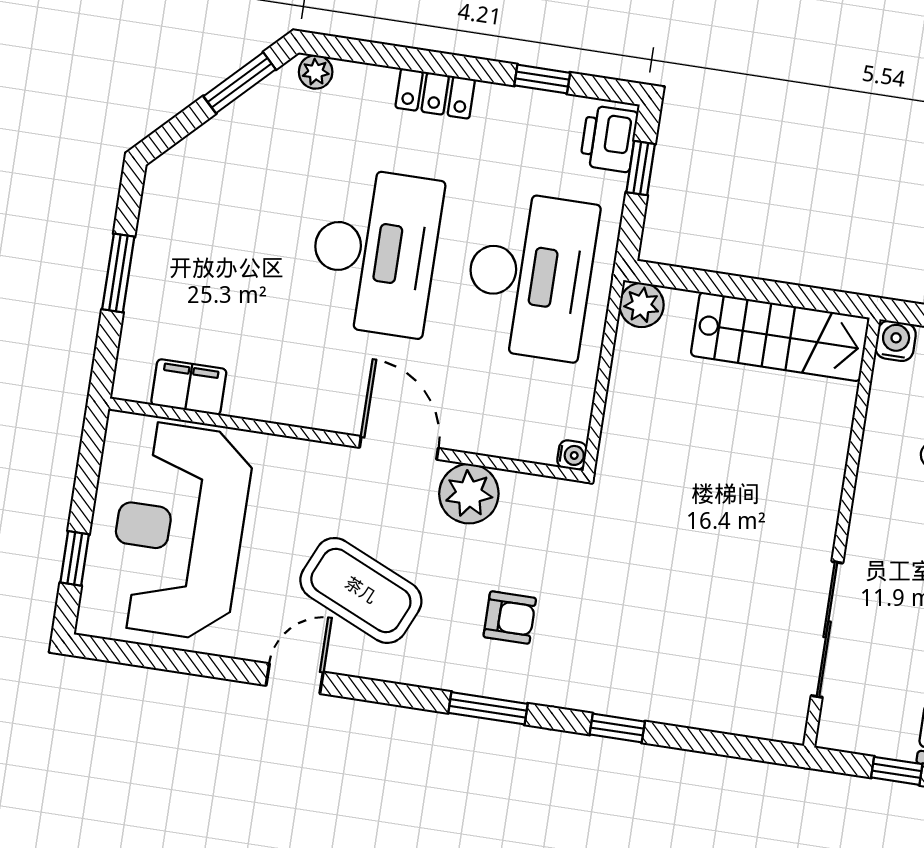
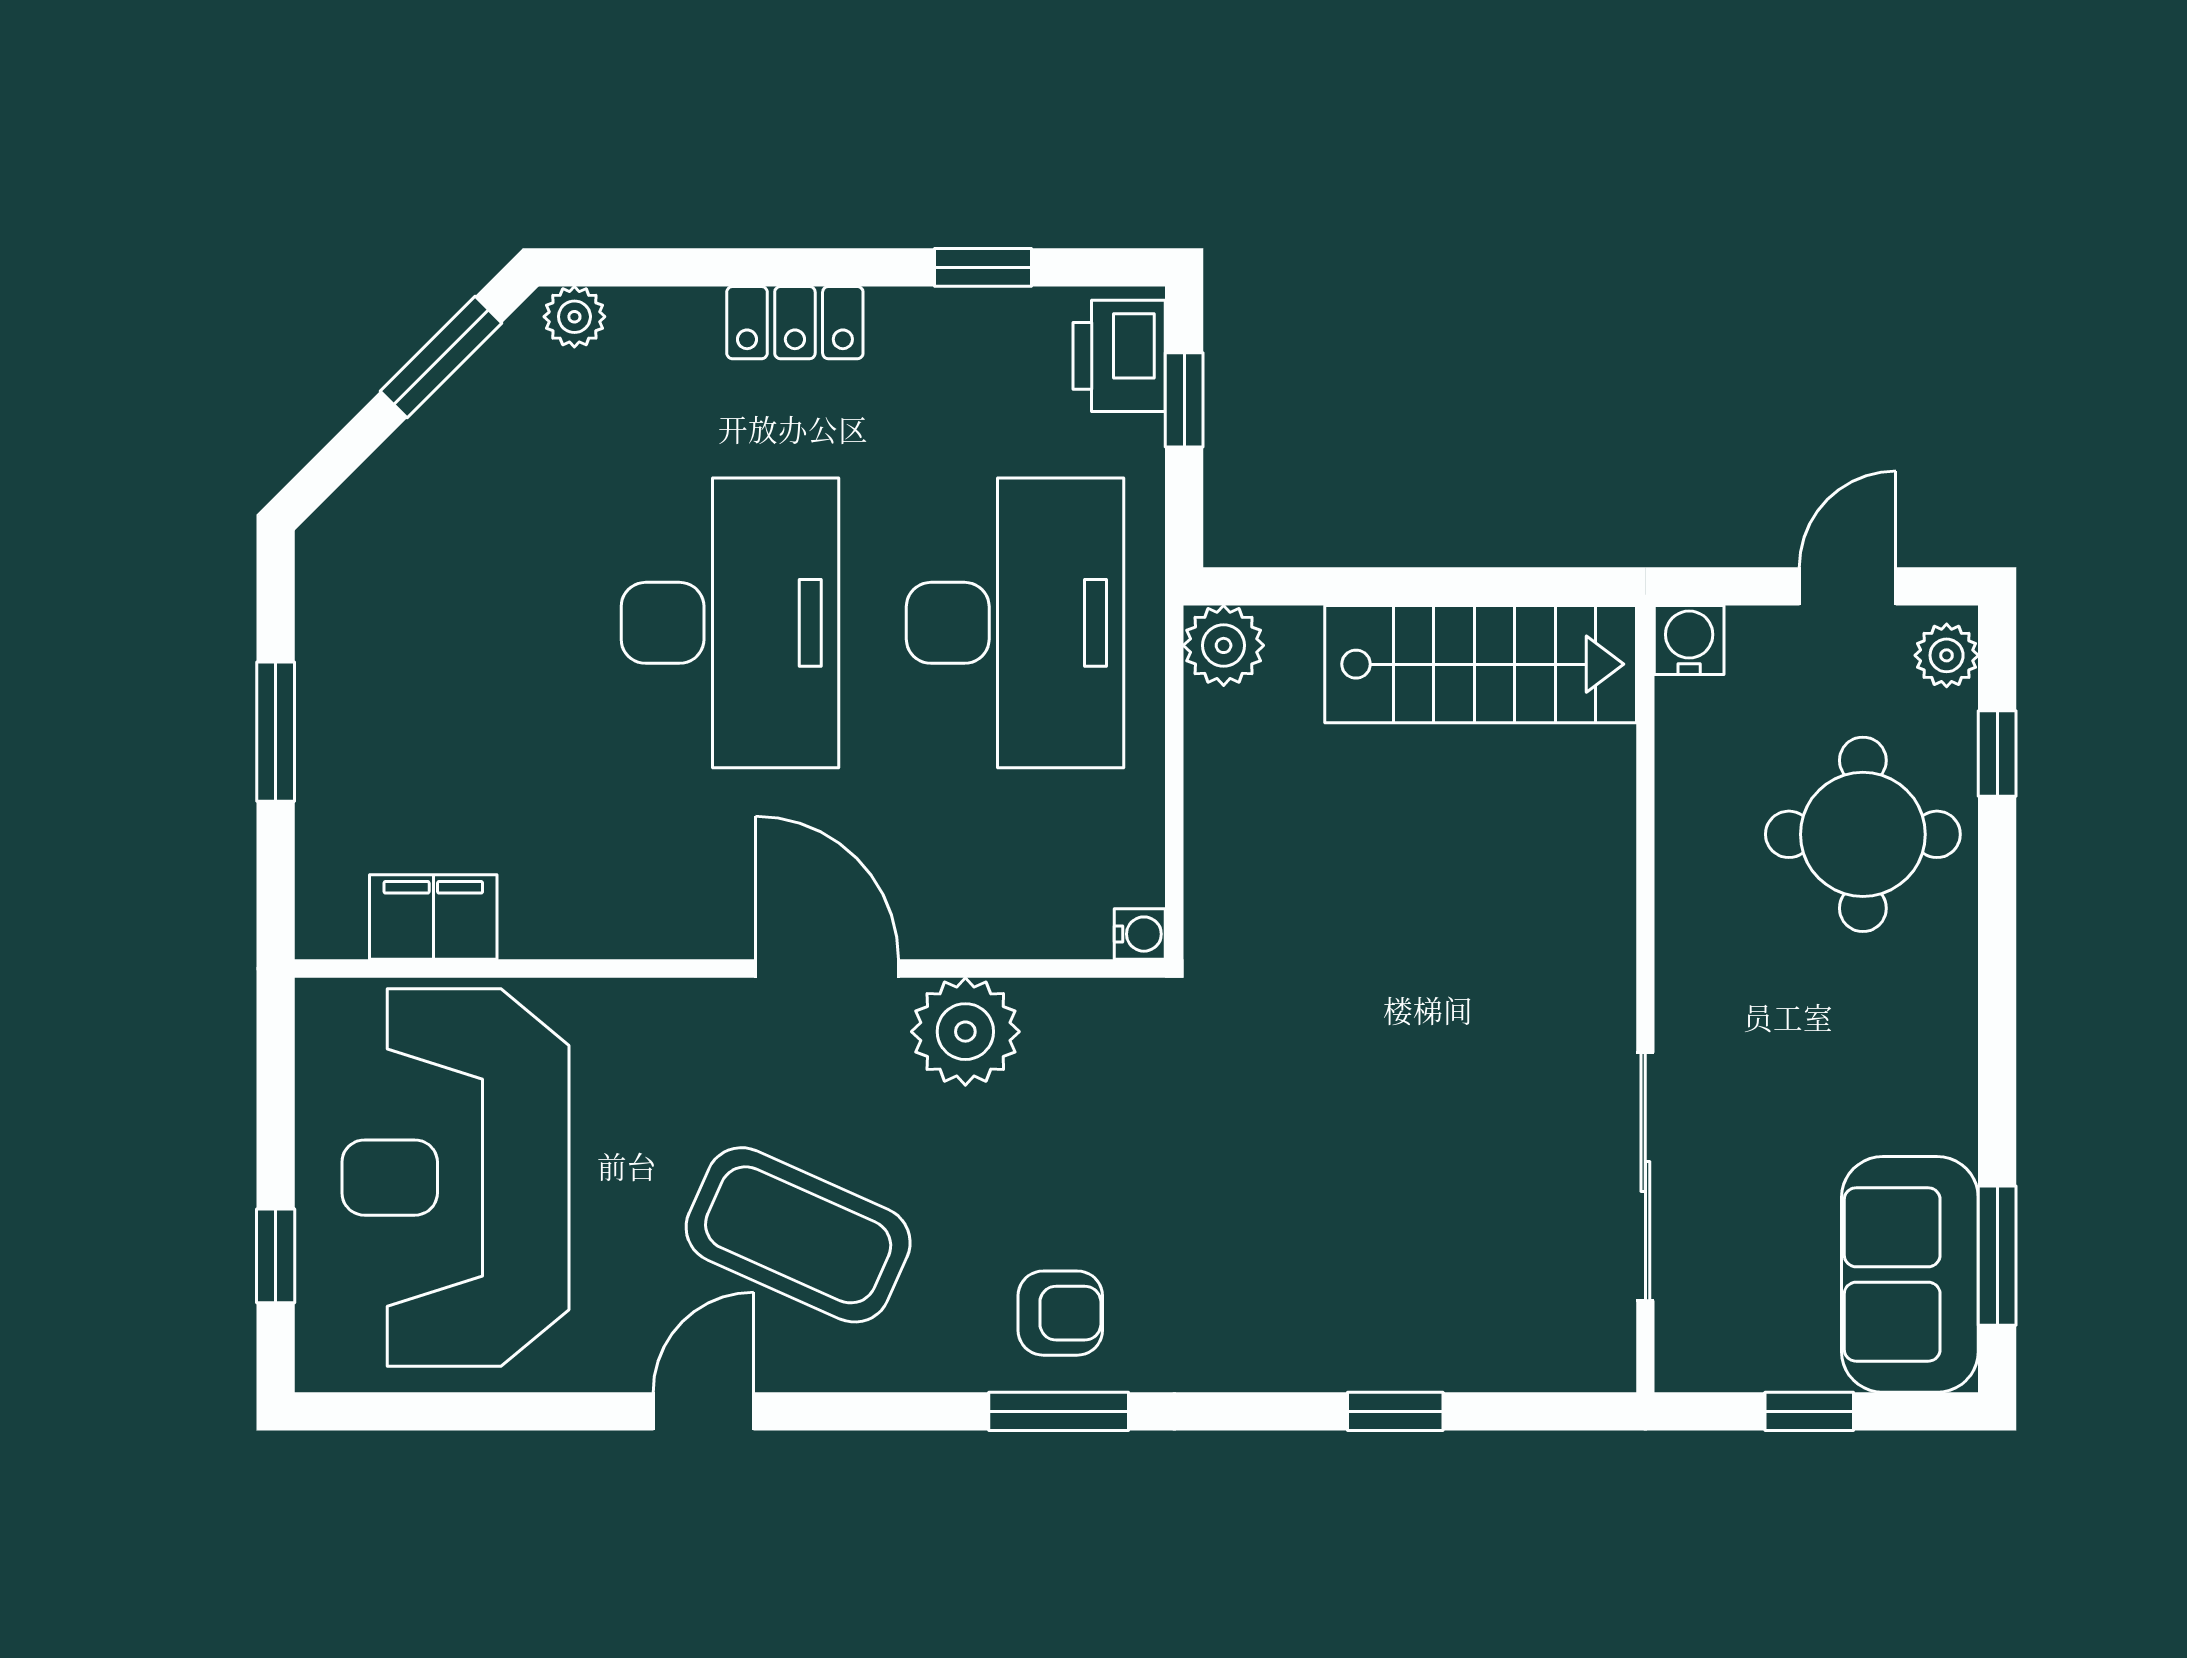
armchair: (510, 618) -> (1060, 1313), moved
window: (617, 728) -> (1395, 1411), moved

